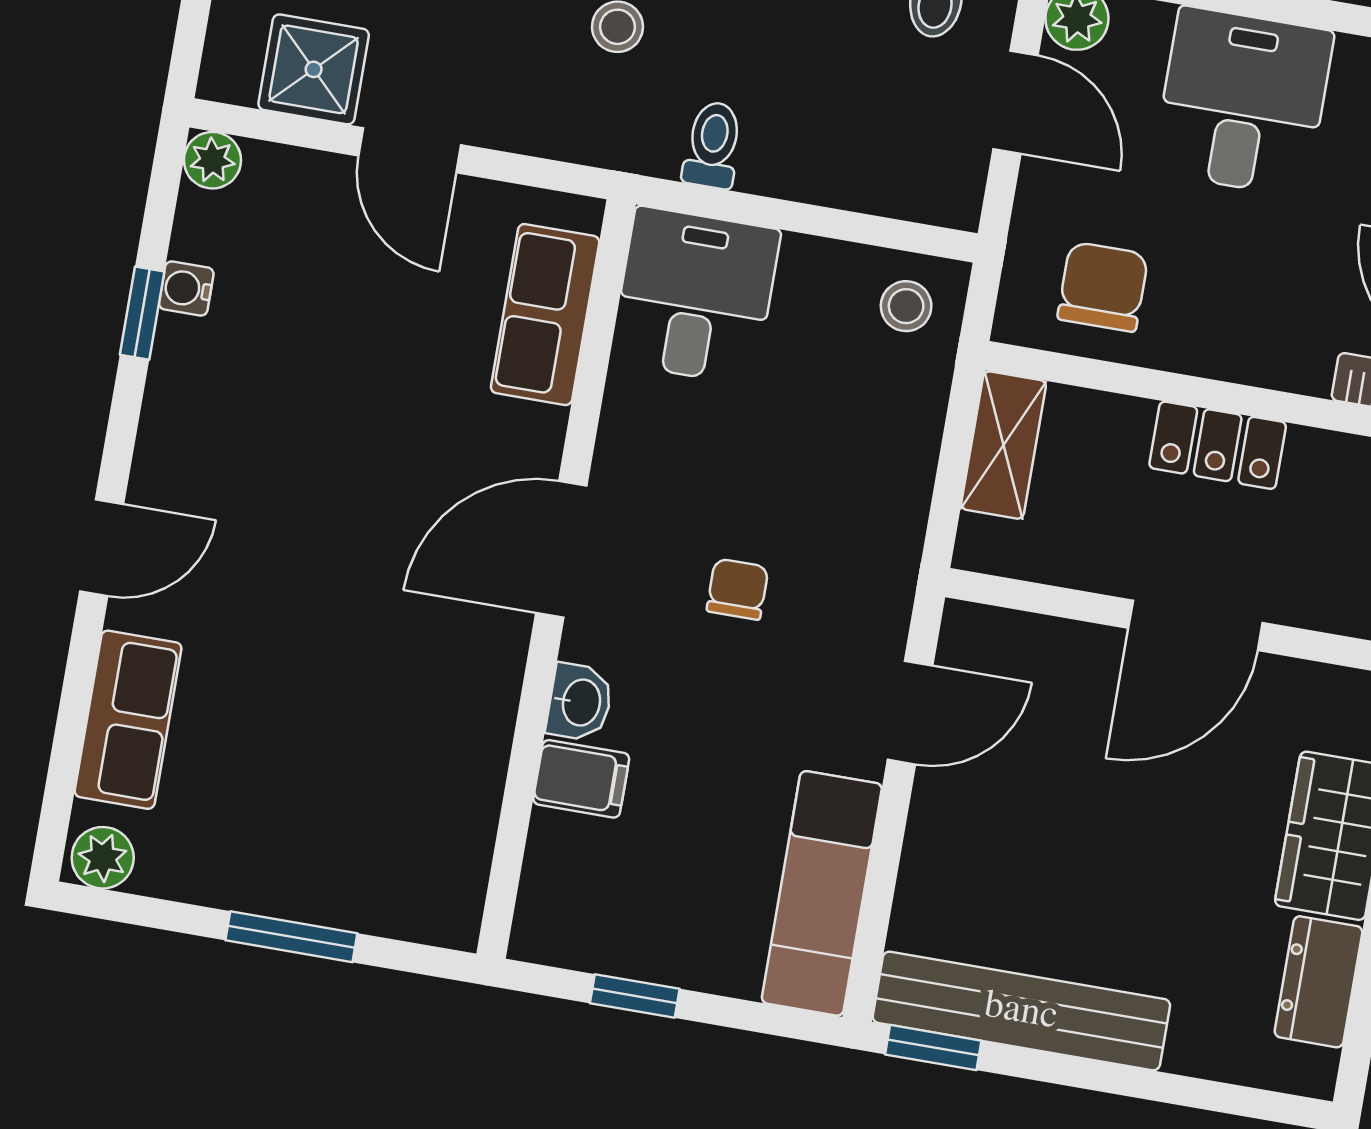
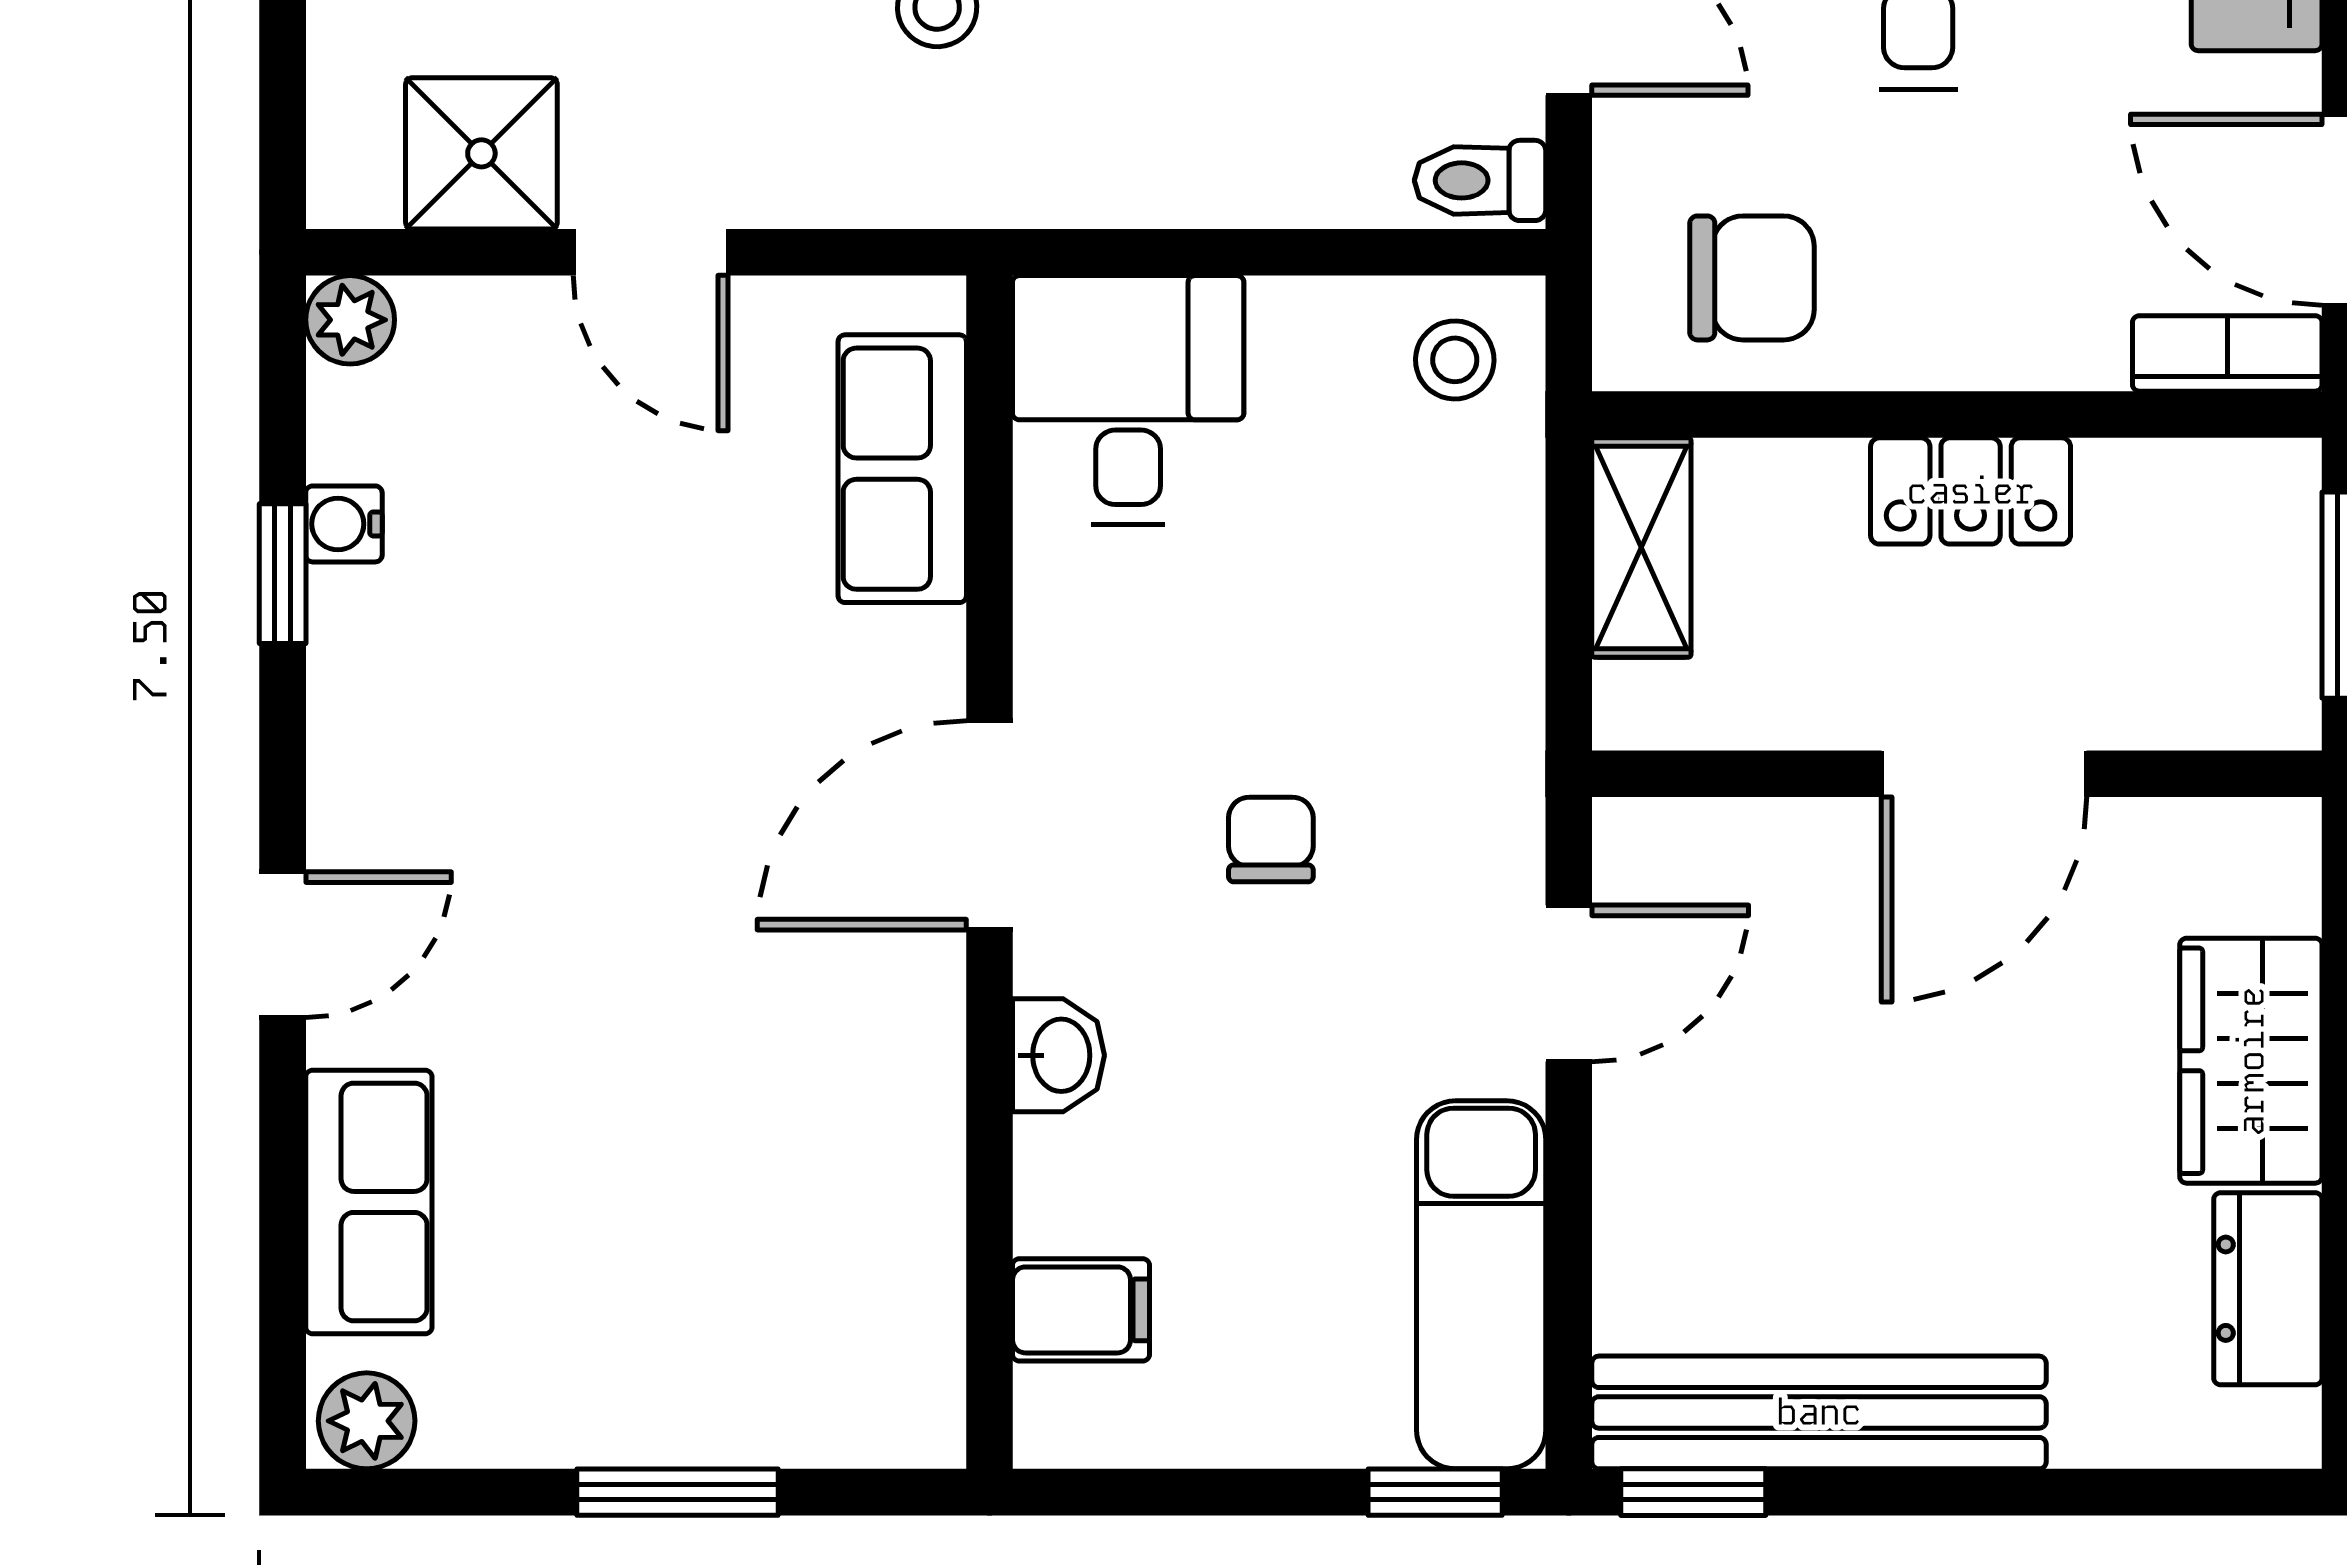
toilet: (713, 145) -> (1480, 180), moved, turned -90
chair: (1103, 287) -> (1752, 278), turned 90
filing cabinet: (581, 779) -> (1081, 1310), moved
window: (635, 996) -> (1435, 1492), moved

